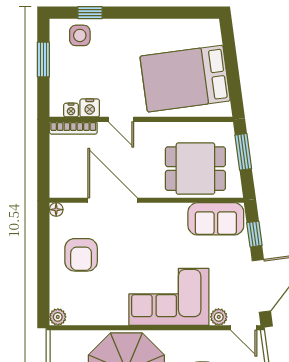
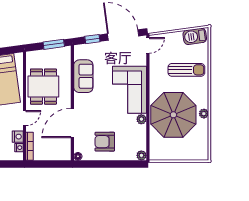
window: (243, 152) -> (54, 44), moved
dining table: (195, 169) -> (43, 87), moved
sofa: (216, 219) -> (83, 76), moved
armchair: (81, 255) -> (105, 142), turned 180
plant: (219, 317) -> (141, 119), moved

